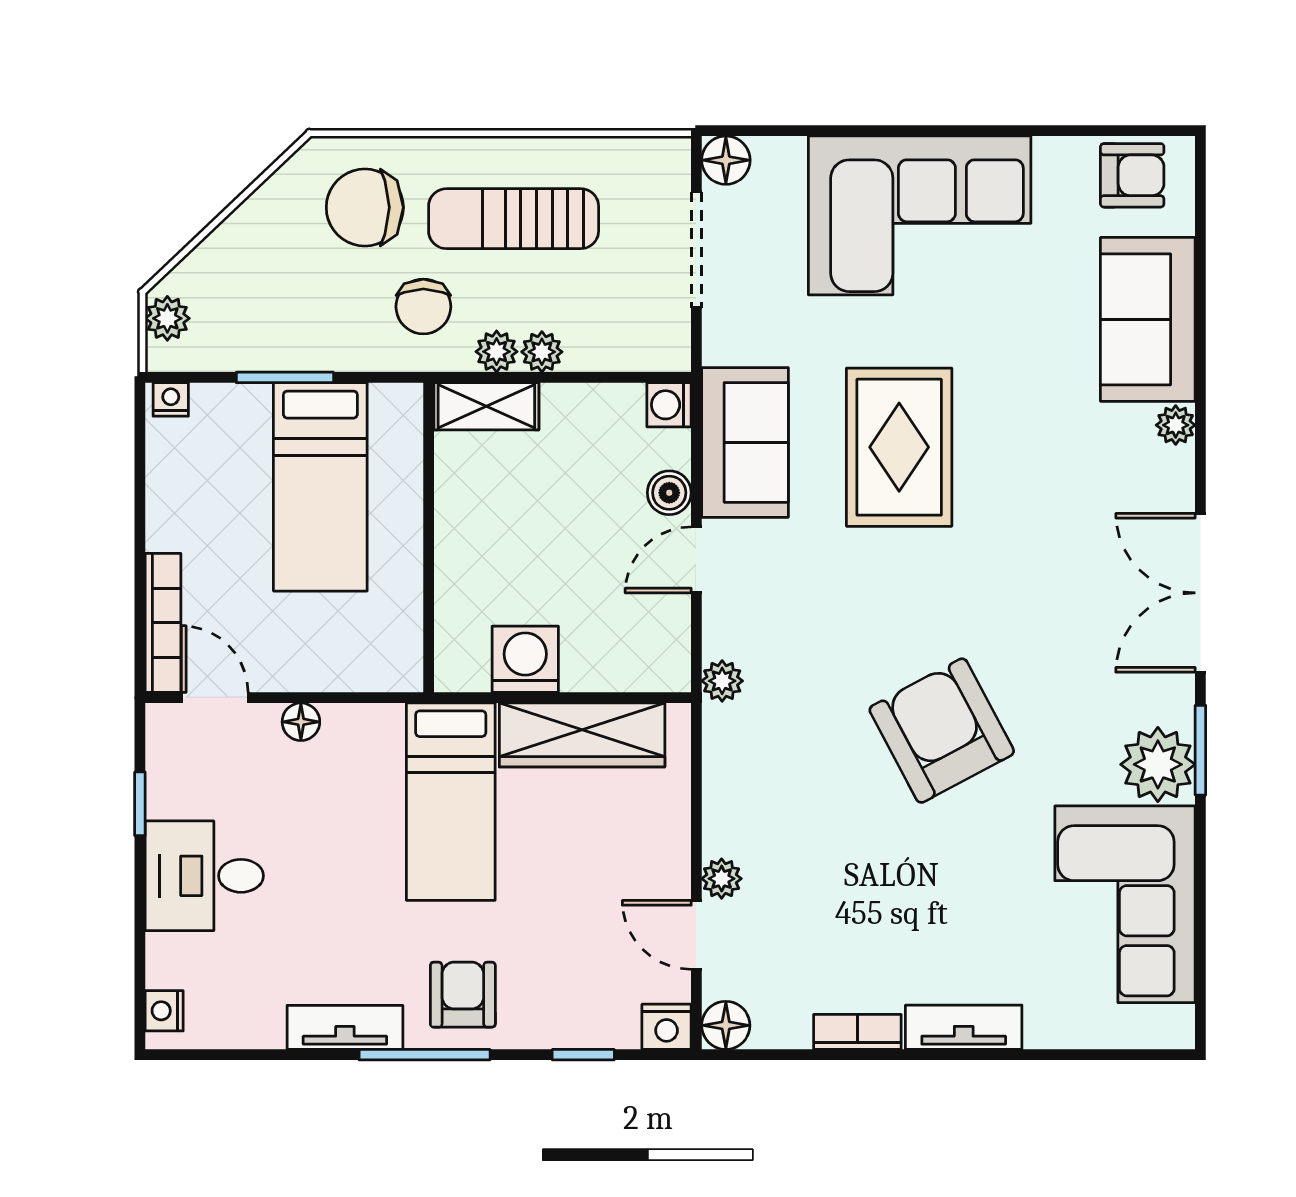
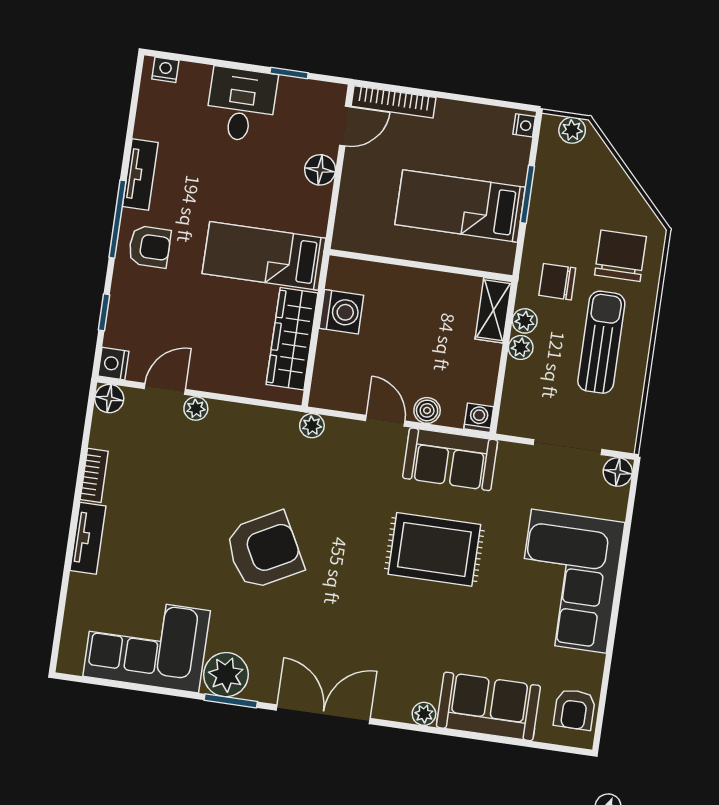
floor lamp: (301, 722) -> (320, 170), width x1.37, depth x1.37

